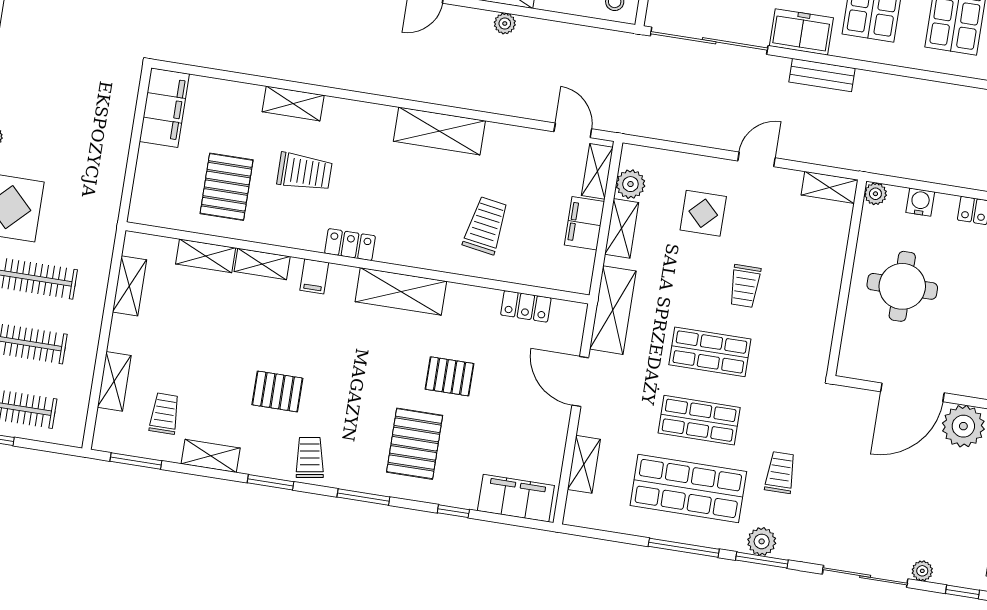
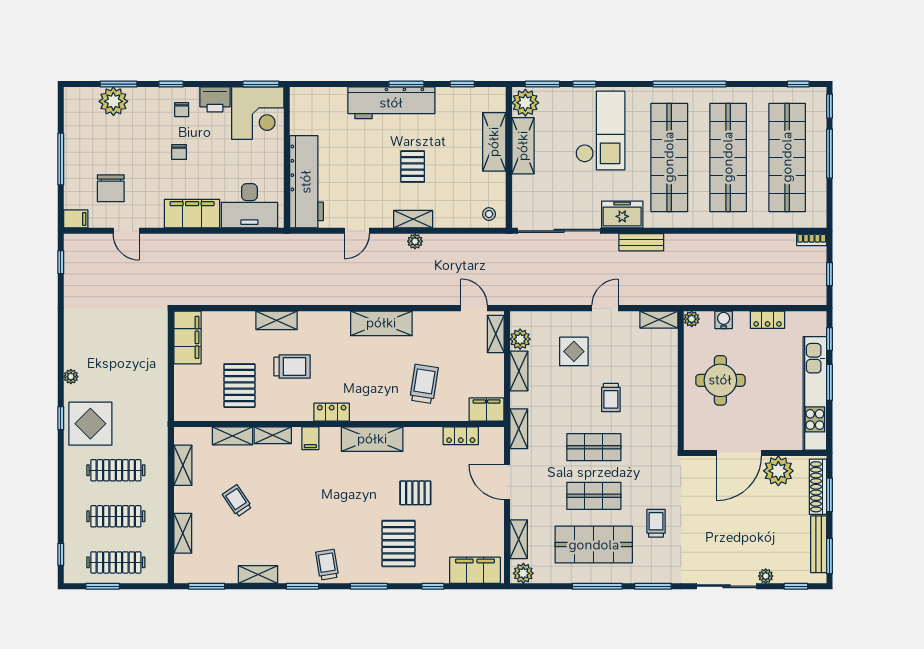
filing cabinet: (585, 223) -> (487, 410), moved, turned 90
shelving: (613, 310) -> (519, 429), width x0.67, depth x0.75
pallet: (277, 391) -> (297, 522), removed
trolley: (164, 414) -> (237, 501), moved, turned -34
plant: (762, 541) -> (523, 573), moved

